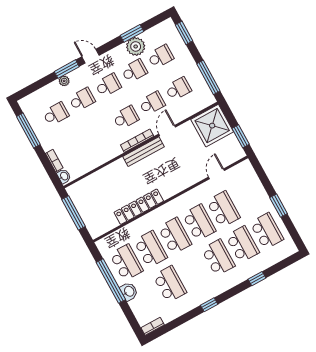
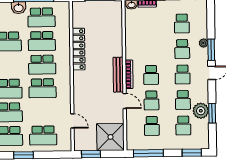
school desk: (223, 209) -> (43, 135), moved

